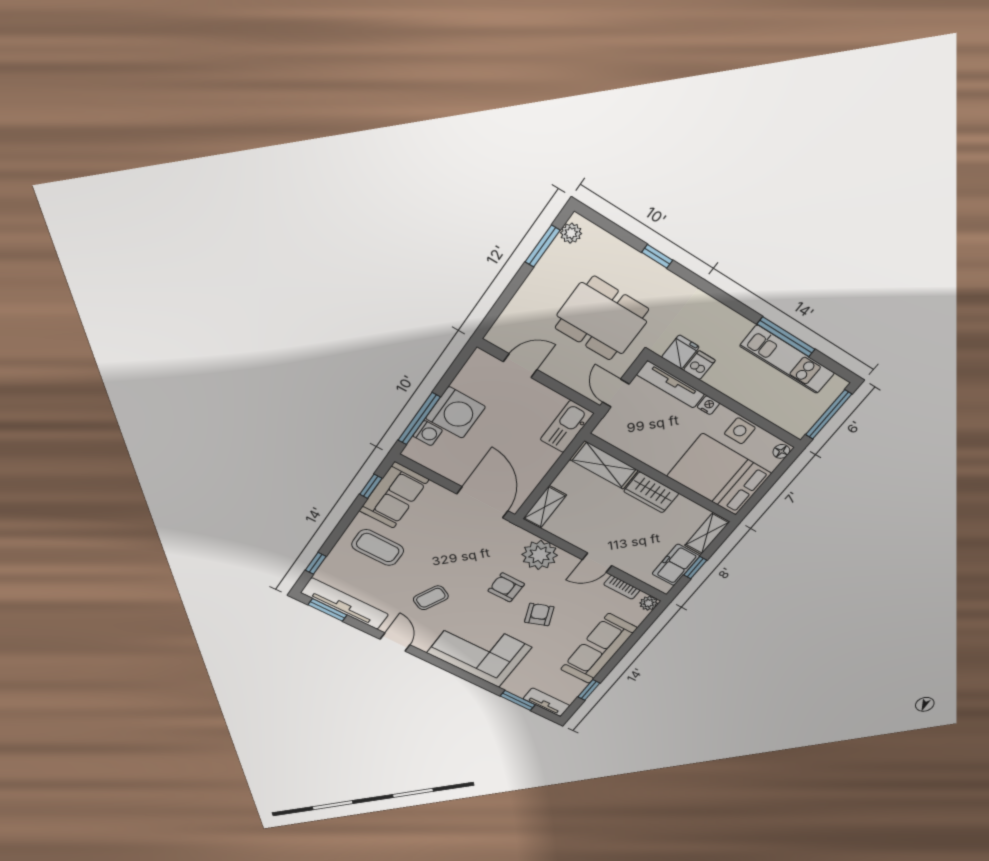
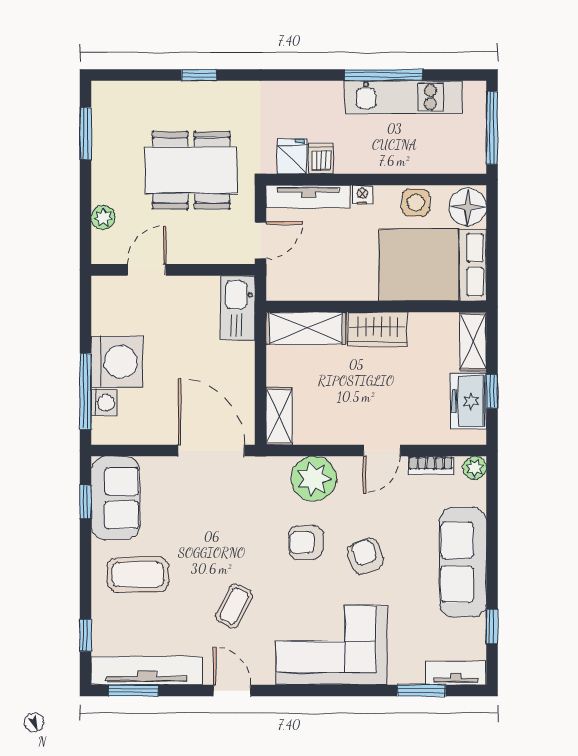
plant: (571, 233) -> (103, 217), moved
door: (616, 393) -> (260, 240), swing flipped
floor lamp: (781, 451) -> (468, 207), width x1.89, depth x1.89

